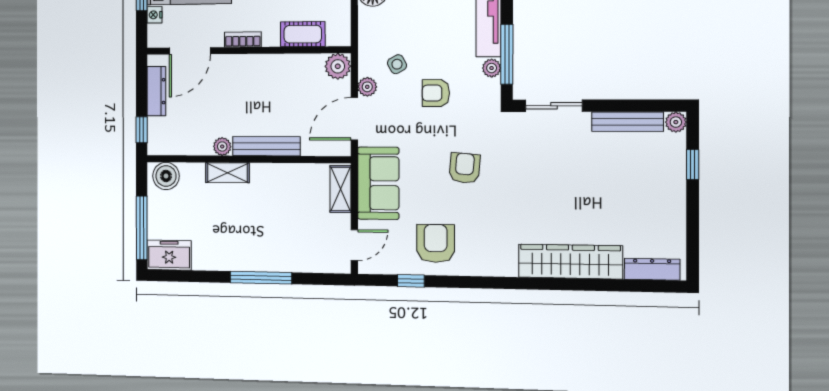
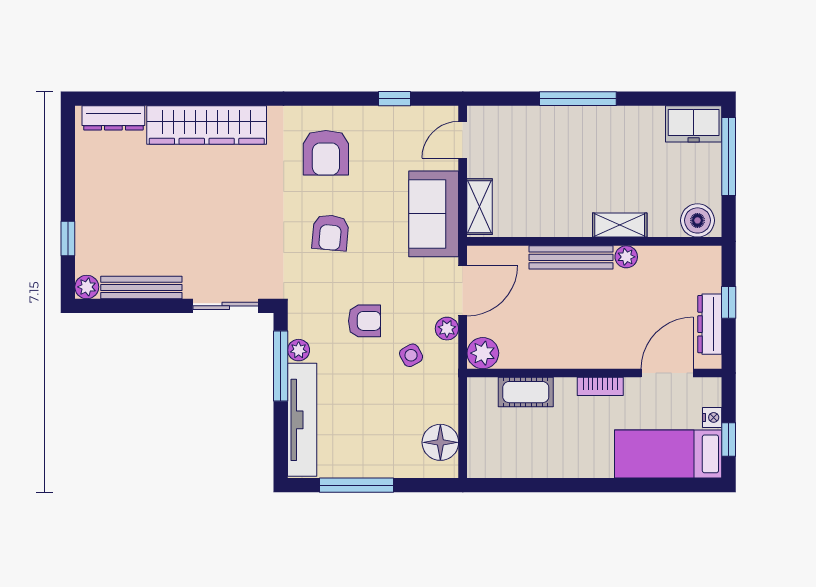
window: (142, 130) -> (729, 302), moved
armchair: (436, 243) -> (326, 153), moved

